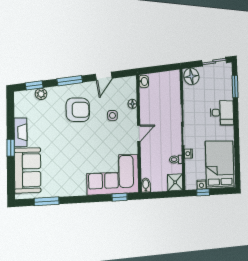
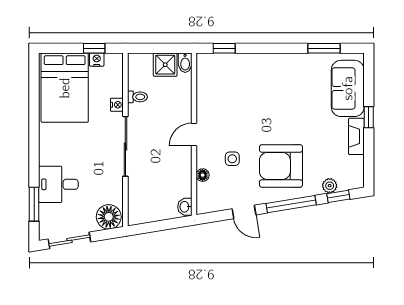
door: (104, 76) -> (244, 212), swing flipped
window: (70, 81) -> (291, 204), width x1.44
armchair: (78, 110) -> (281, 166), width x1.36, depth x1.36
desk: (222, 113) -> (58, 184), moved
corner sofa: (113, 174) -> (233, 79), removed
shower: (175, 182) -> (165, 65), moved

